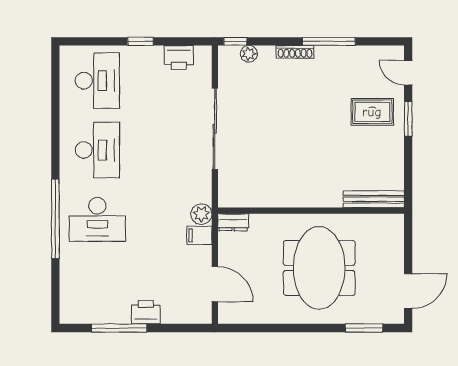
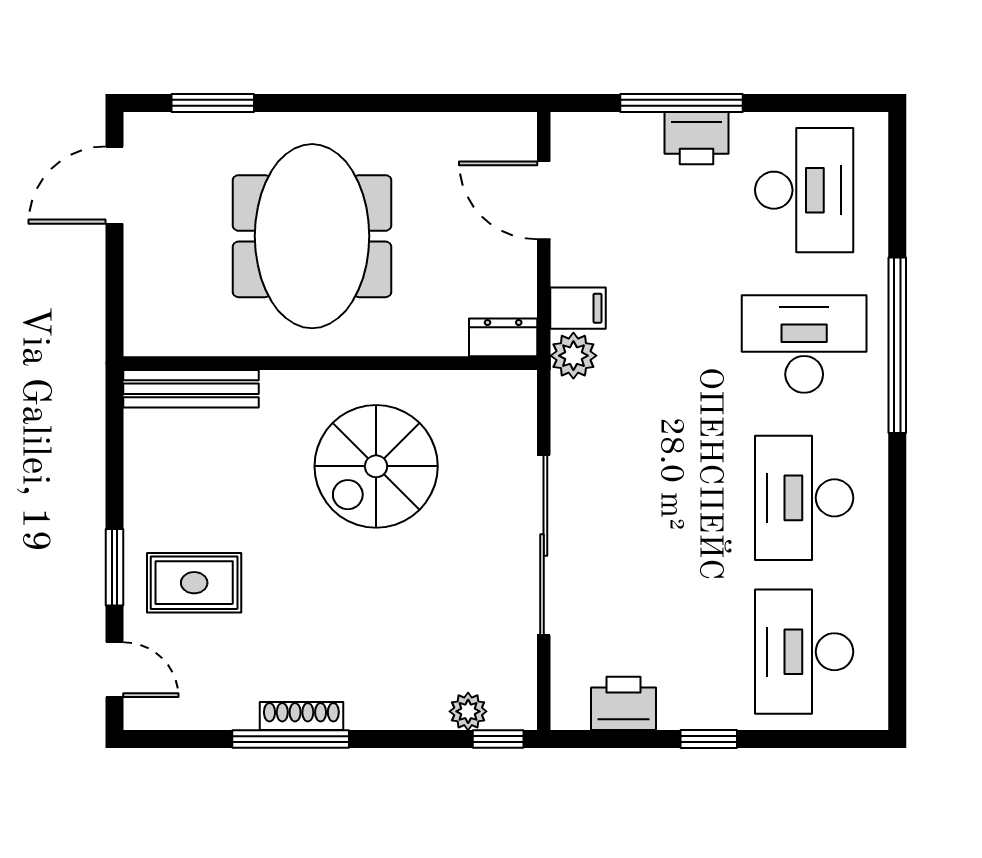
shoe rack: (295, 52) -> (301, 716), moved
spiral stairs: (290, 164) -> (376, 466), added
desk: (97, 289) -> (804, 190), added
window: (119, 328) -> (681, 103), moved

